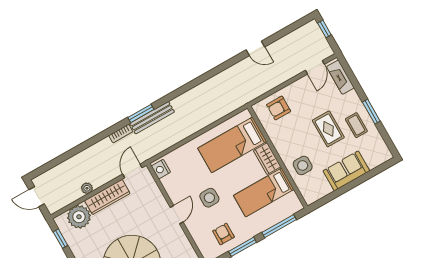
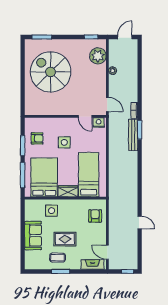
door: (255, 48) -> (140, 222), swing flipped
bed: (264, 192) -> (44, 177), width x1.50
wardrobe: (107, 197) -> (100, 80), removed
door: (177, 215) -> (85, 116), moved

